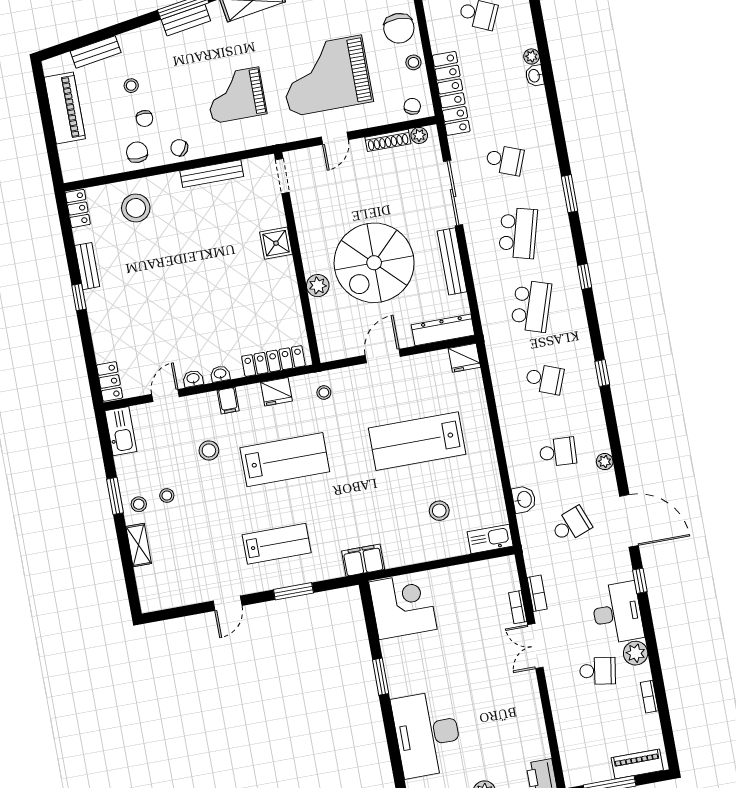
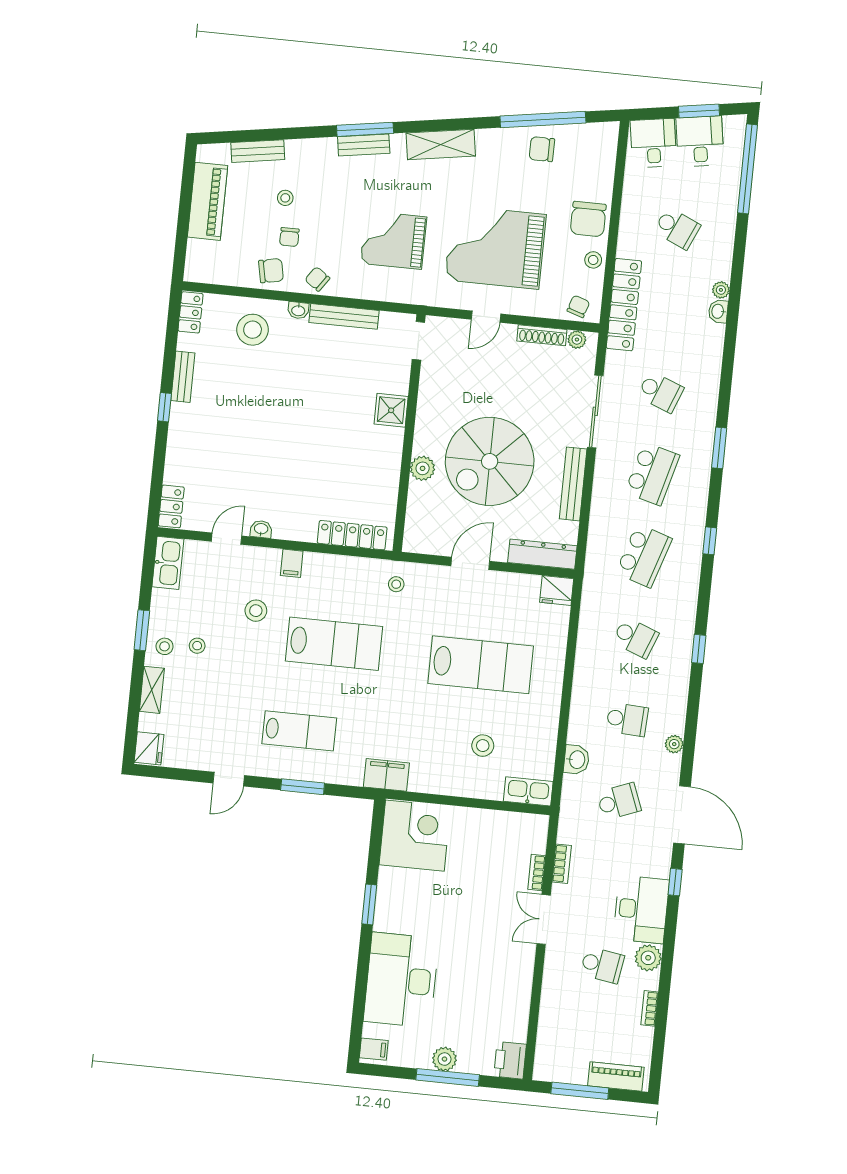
chair: (137, 152) -> (271, 271), turned 79
washbasin: (220, 374) -> (298, 310), moved, turned 180
fridge: (276, 392) -> (149, 748), moved, turned -90
lab bench: (417, 441) -> (481, 665), turned 180

